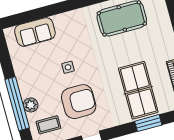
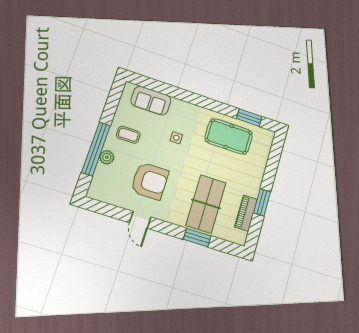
side table: (68, 67) -> (176, 138), moved
coffee table: (48, 125) -> (128, 135), moved

